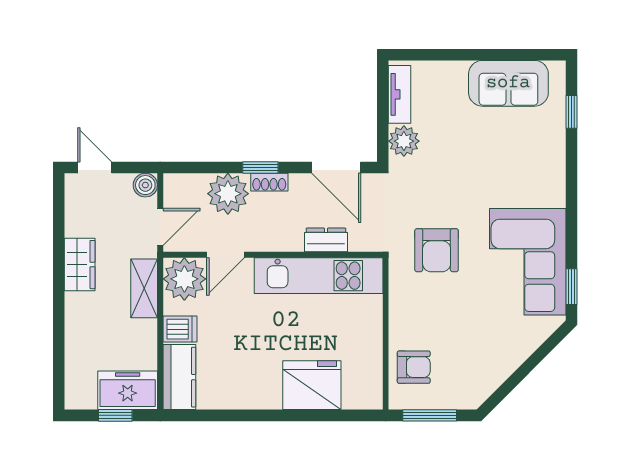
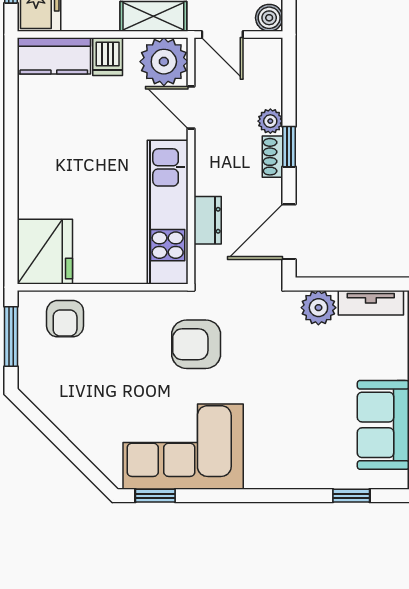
plant: (228, 194) -> (270, 121), width x0.53, depth x0.53
fridge: (312, 385) -> (45, 252), moved

